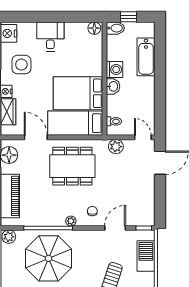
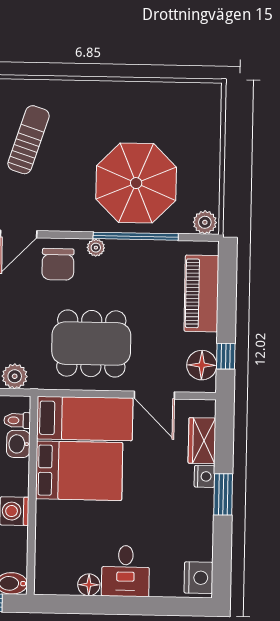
floor lamp: (94, 28) -> (89, 585), moved
side table: (21, 65) -> (177, 523), removed
washbasin: (113, 86) -> (18, 444), moved
chair: (92, 211) -> (58, 264), width x1.87, depth x1.87

